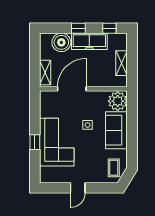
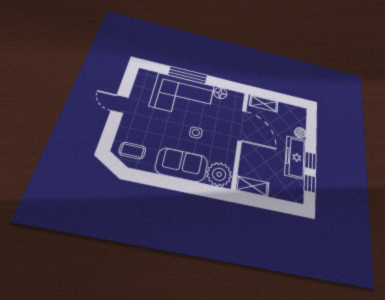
window: (78, 28) -> (310, 161), moved
boiler: (61, 42) -> (300, 133), width x0.54, depth x0.54
shelving: (122, 63) -> (252, 186), moved
floor lamp: (45, 112) -> (220, 93), added
window: (35, 142) -> (188, 75), width x2.17

